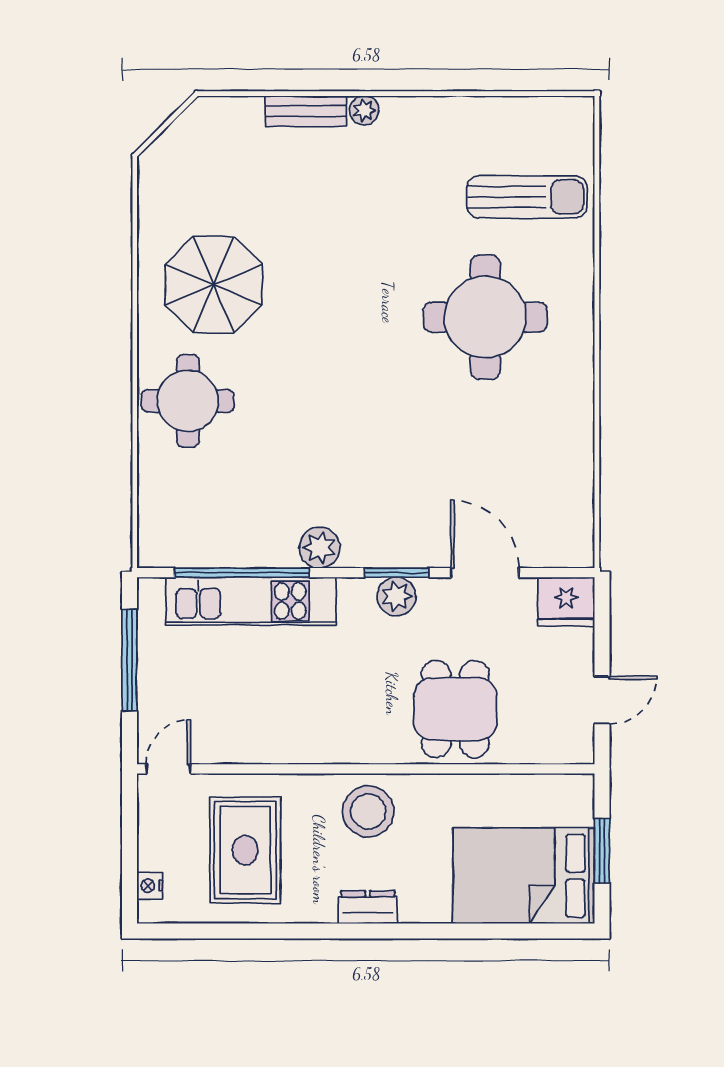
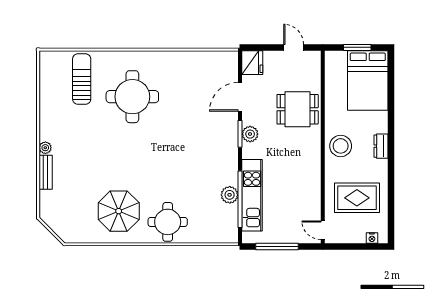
plant: (320, 548) -> (230, 195), moved

